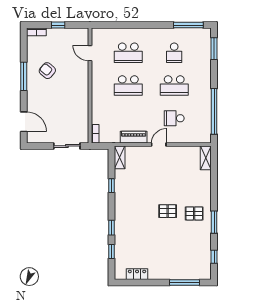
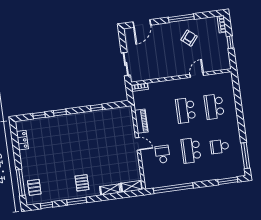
door: (90, 53) -> (197, 75), moved
shelving: (120, 157) -> (110, 189), moved
pallet: (168, 211) -> (34, 187), moved

